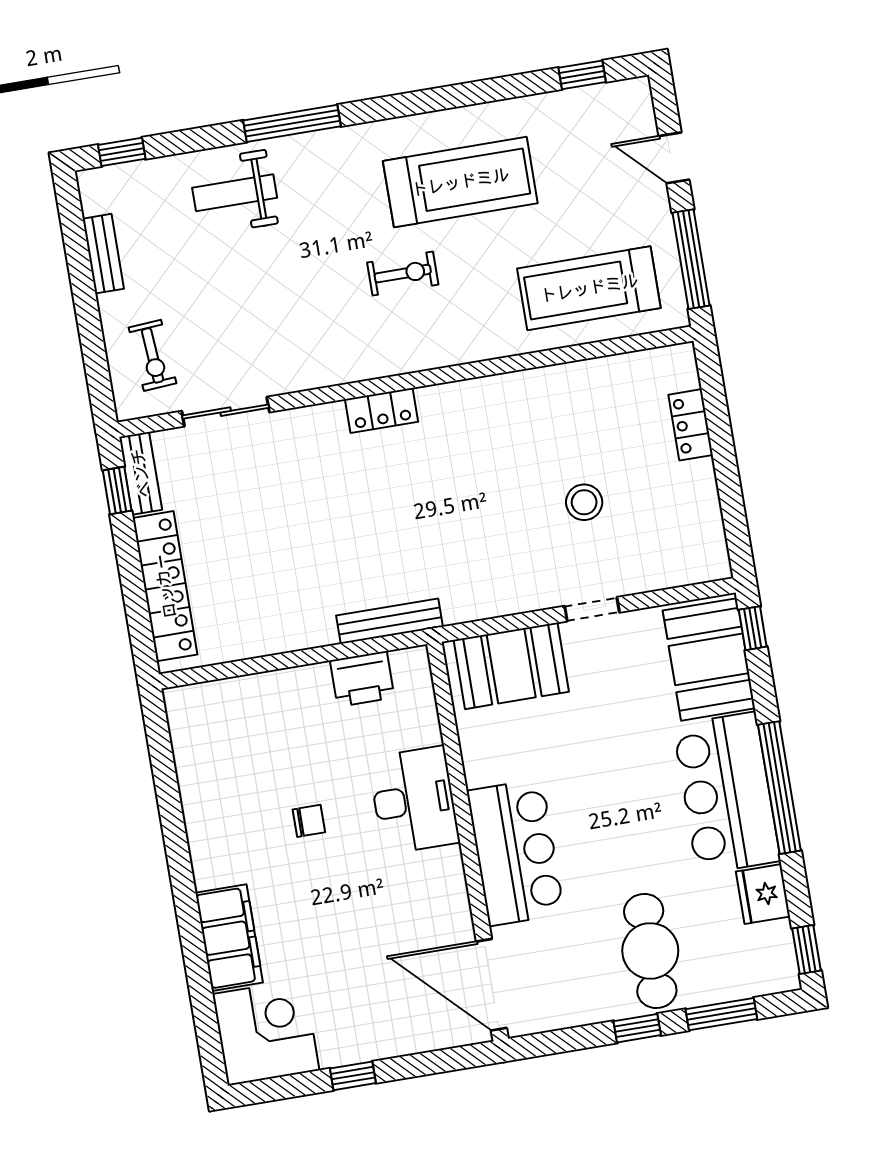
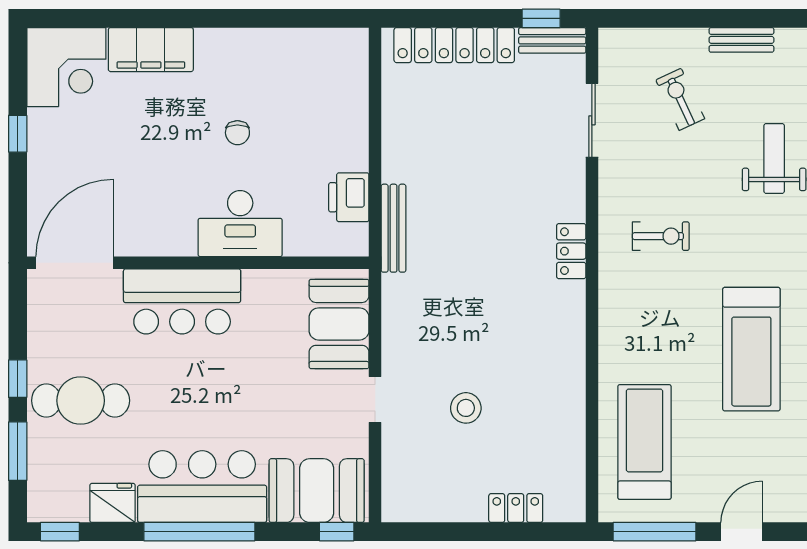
exercise bike: (403, 274) -> (661, 236), moved, turned -90
exercise bike: (153, 355) -> (680, 99), moved, turned 69

